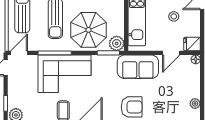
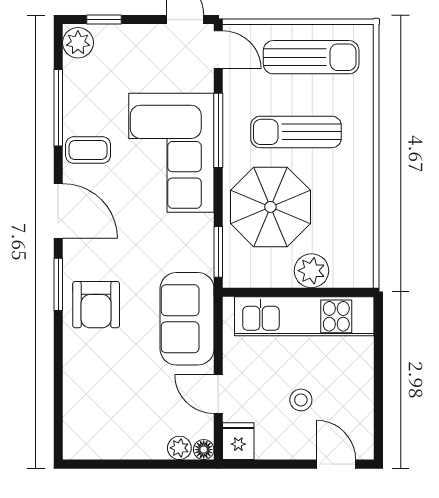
plant: (117, 43) -> (311, 271), moved
plant: (195, 103) -> (179, 448), moved

